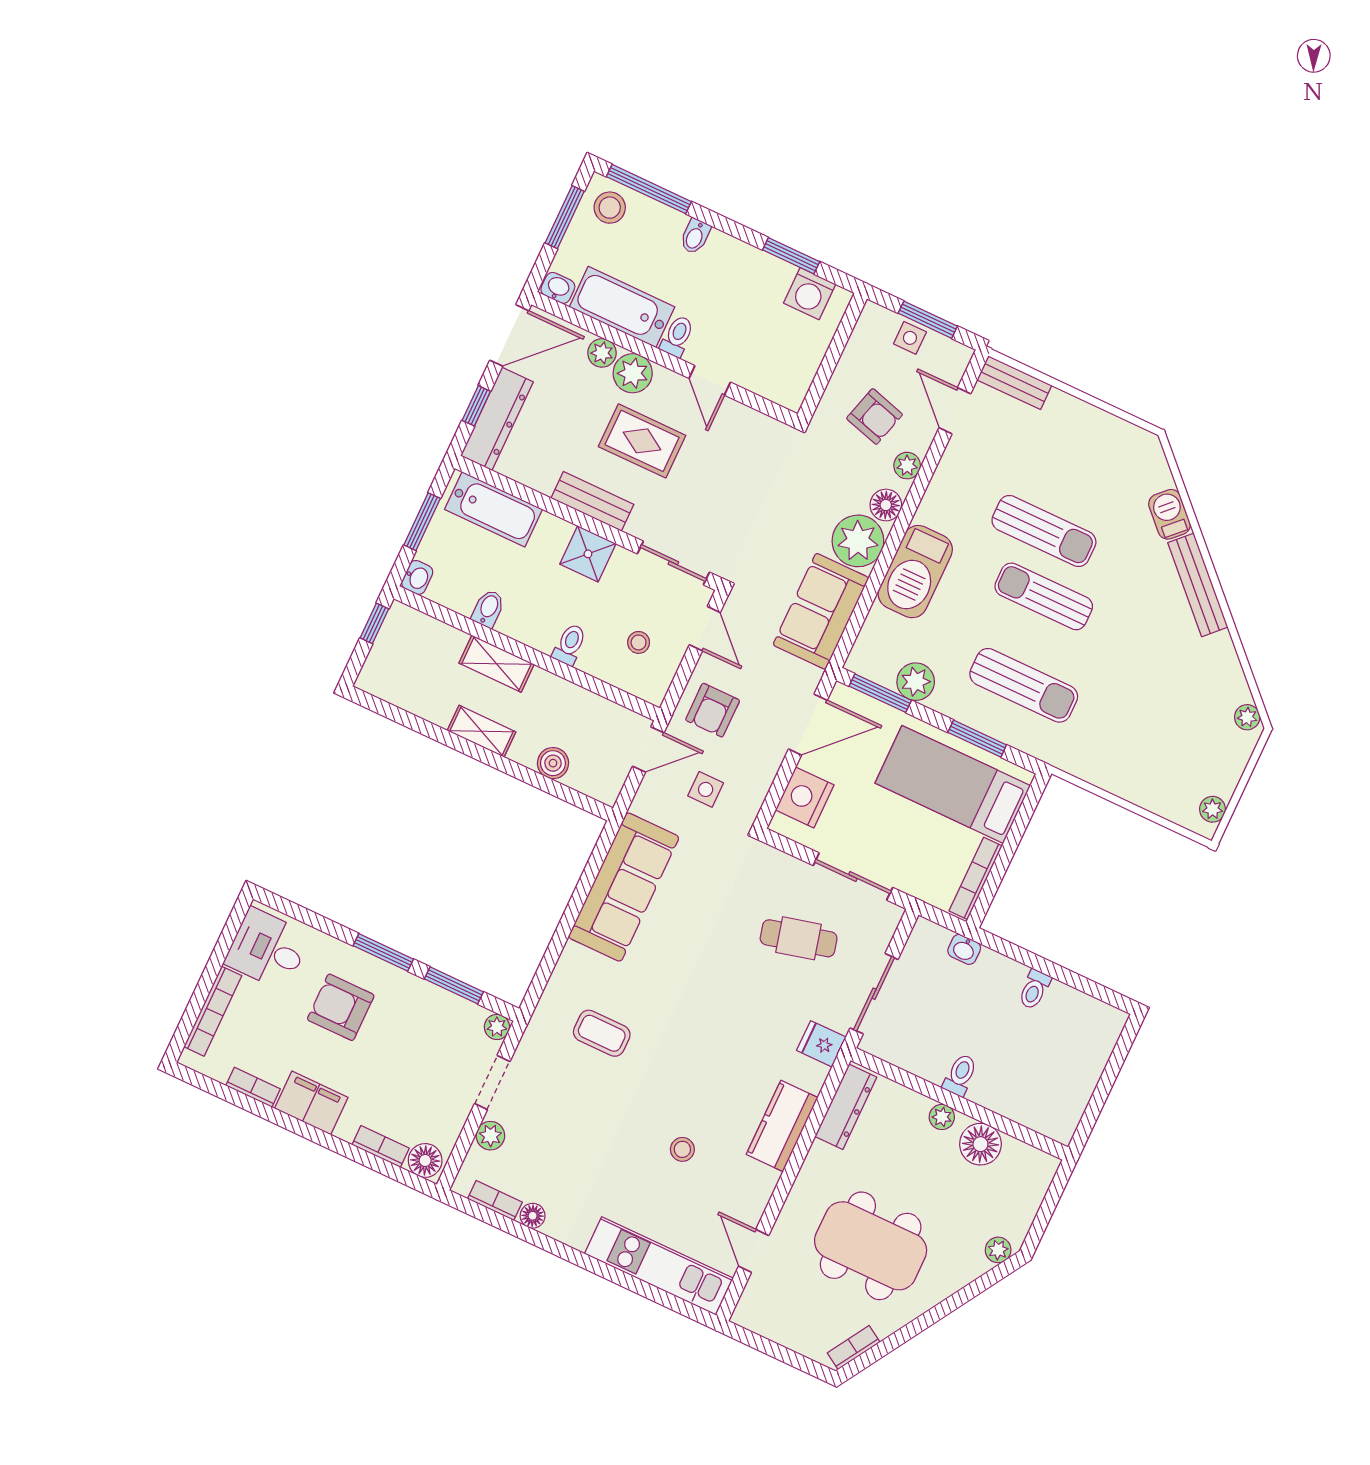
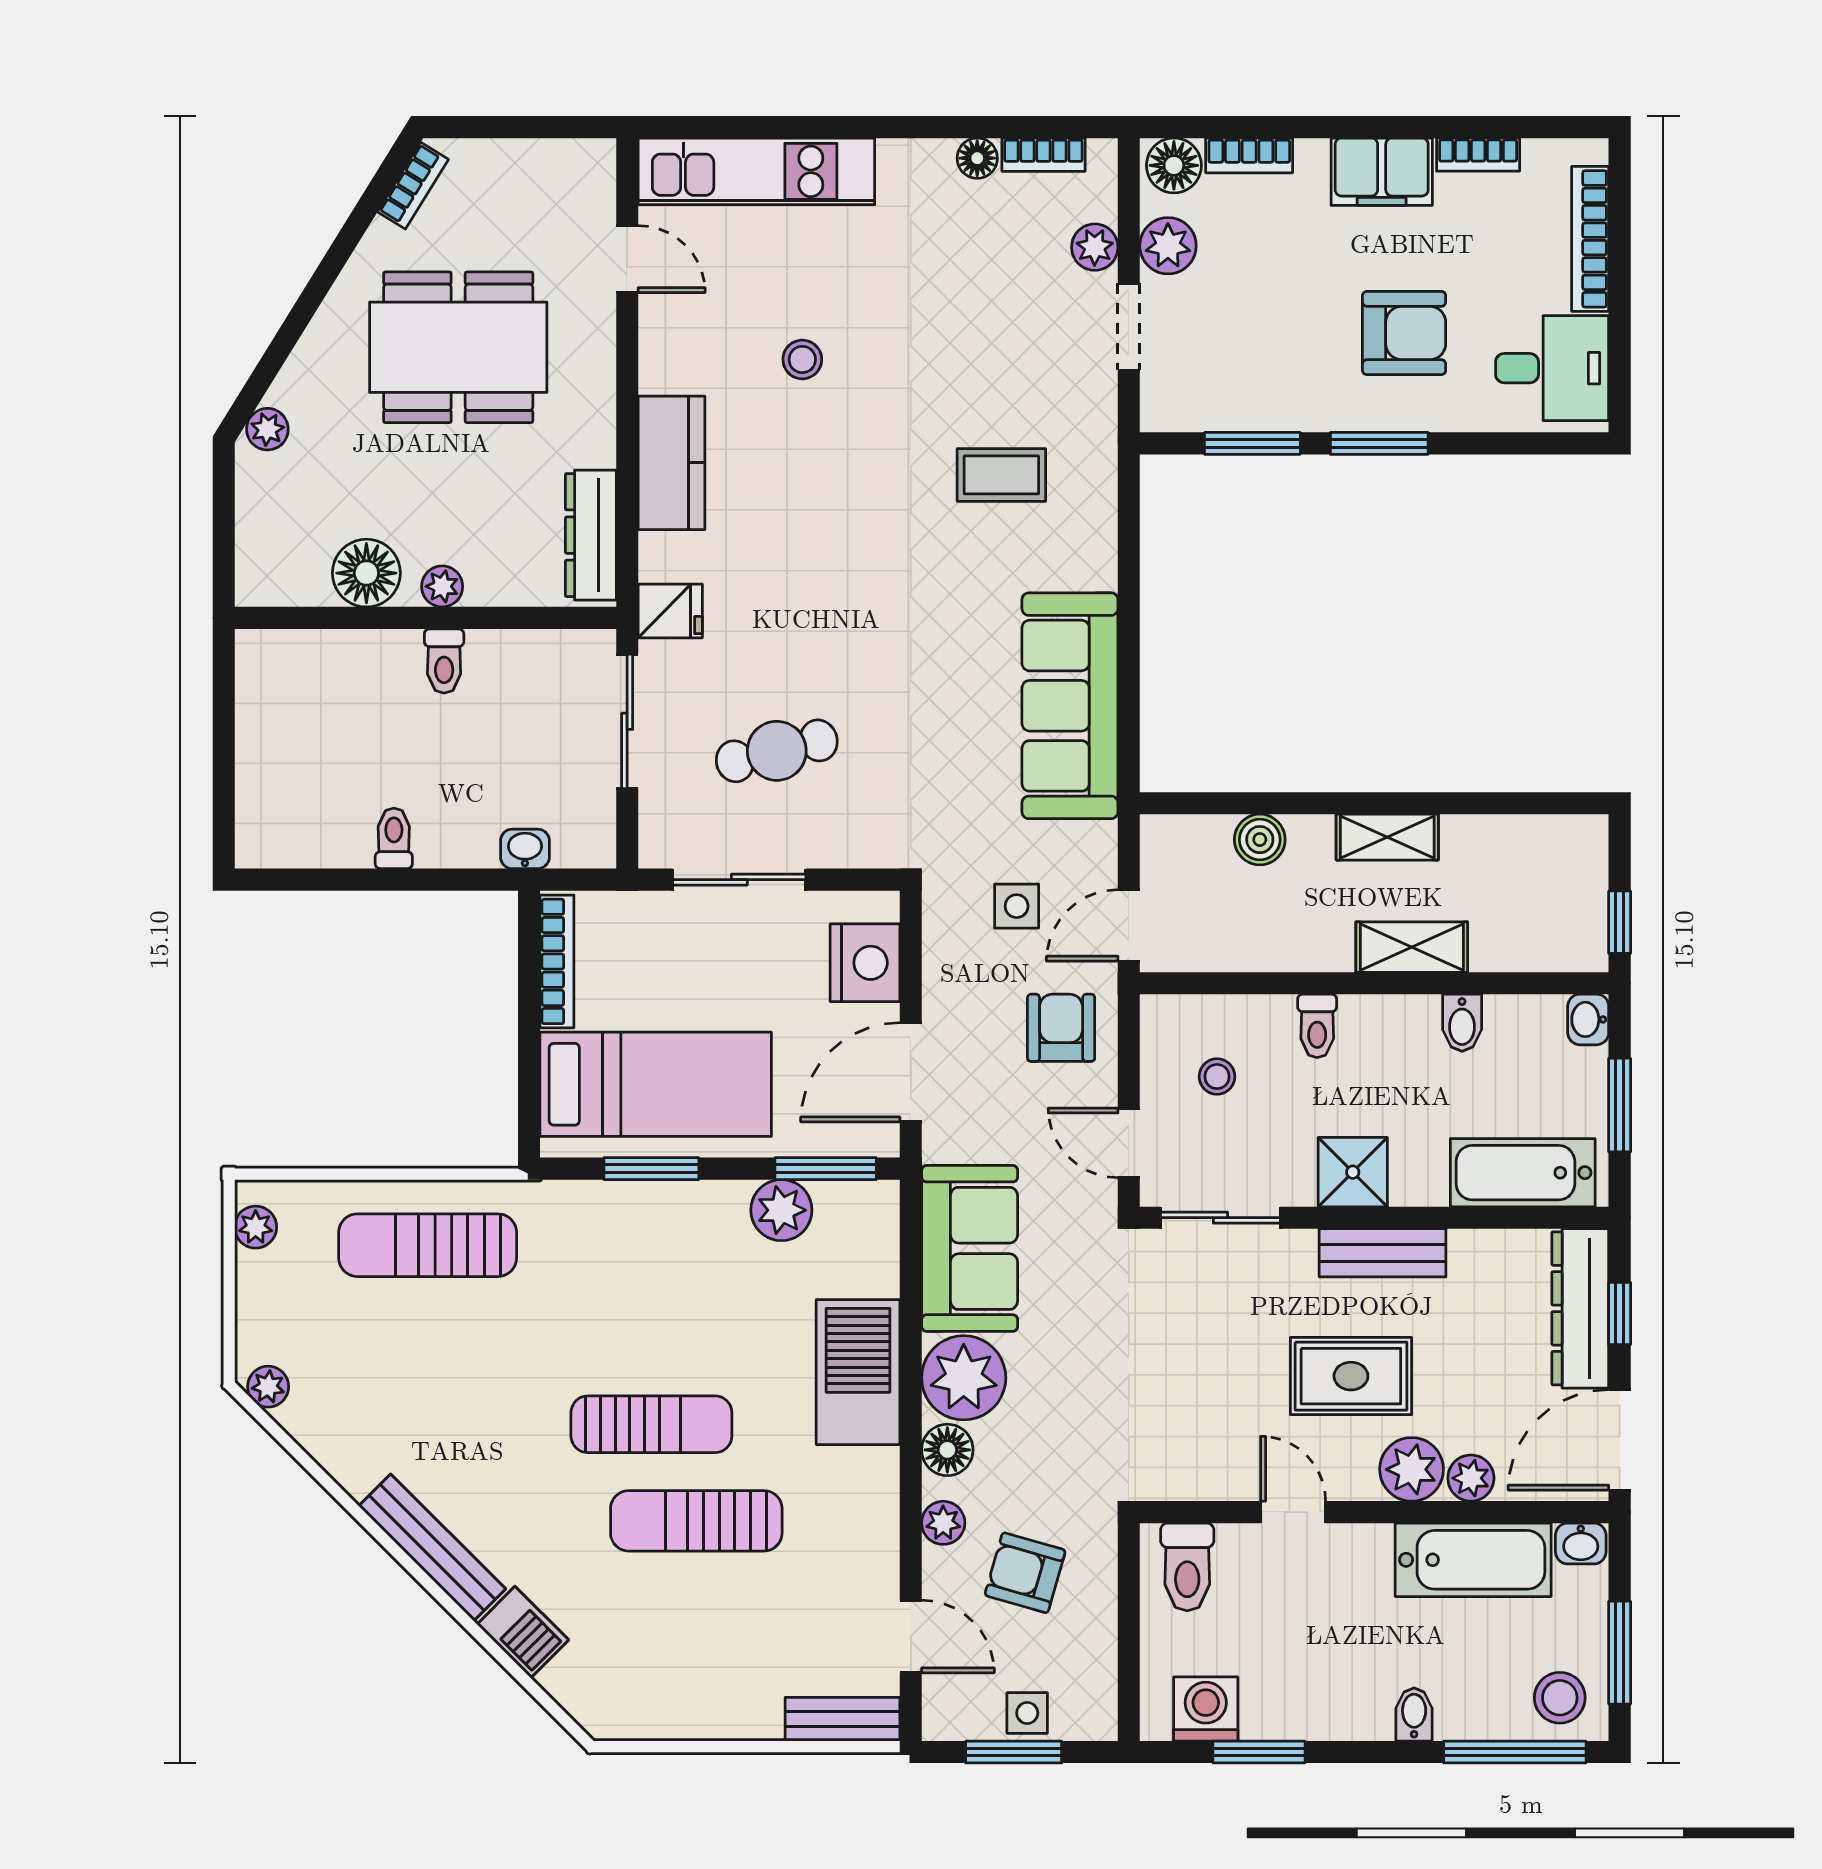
toilet: (677, 336) -> (1187, 1567), moved, width x1.37, depth x1.39
sun lounger: (1024, 685) -> (428, 1245), moved
plant: (497, 1027) -> (1168, 246), moved, width x1.38, depth x1.38

